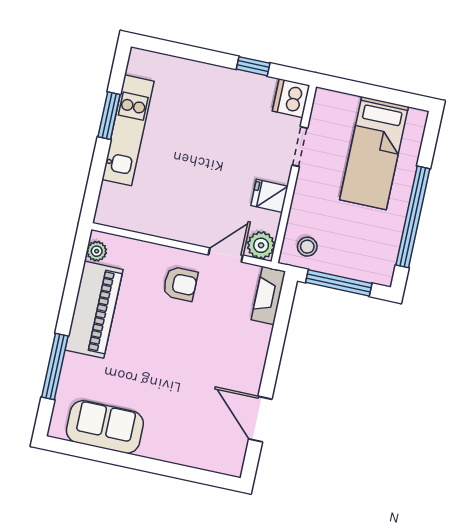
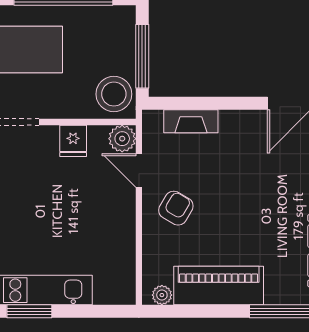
stool: (307, 247) -> (114, 94), width x1.89, depth x1.89
armchair: (180, 284) -> (176, 208), turned 31
fireplace: (268, 296) -> (191, 121), moved

